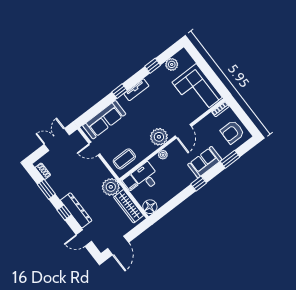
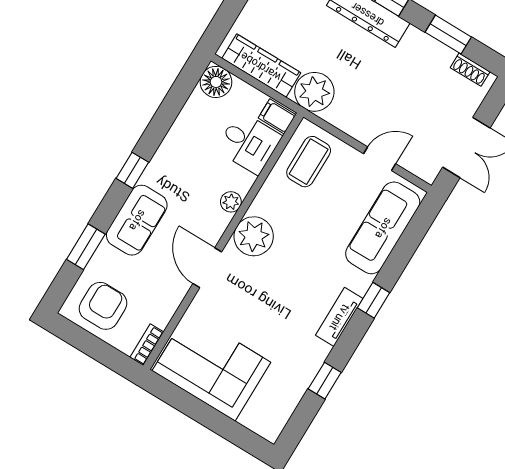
plant: (172, 64) -> (286, 399), removed

